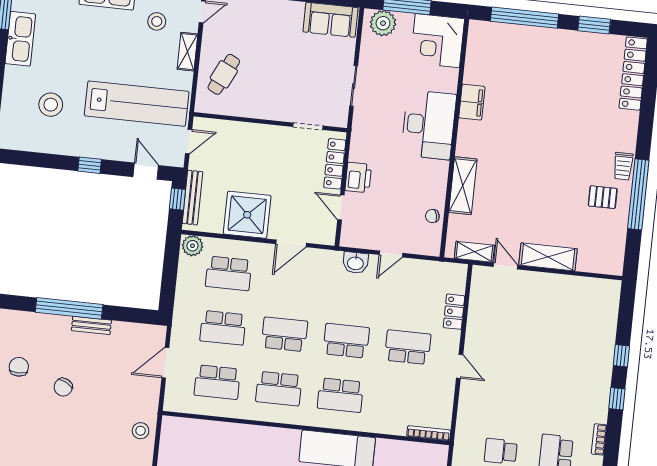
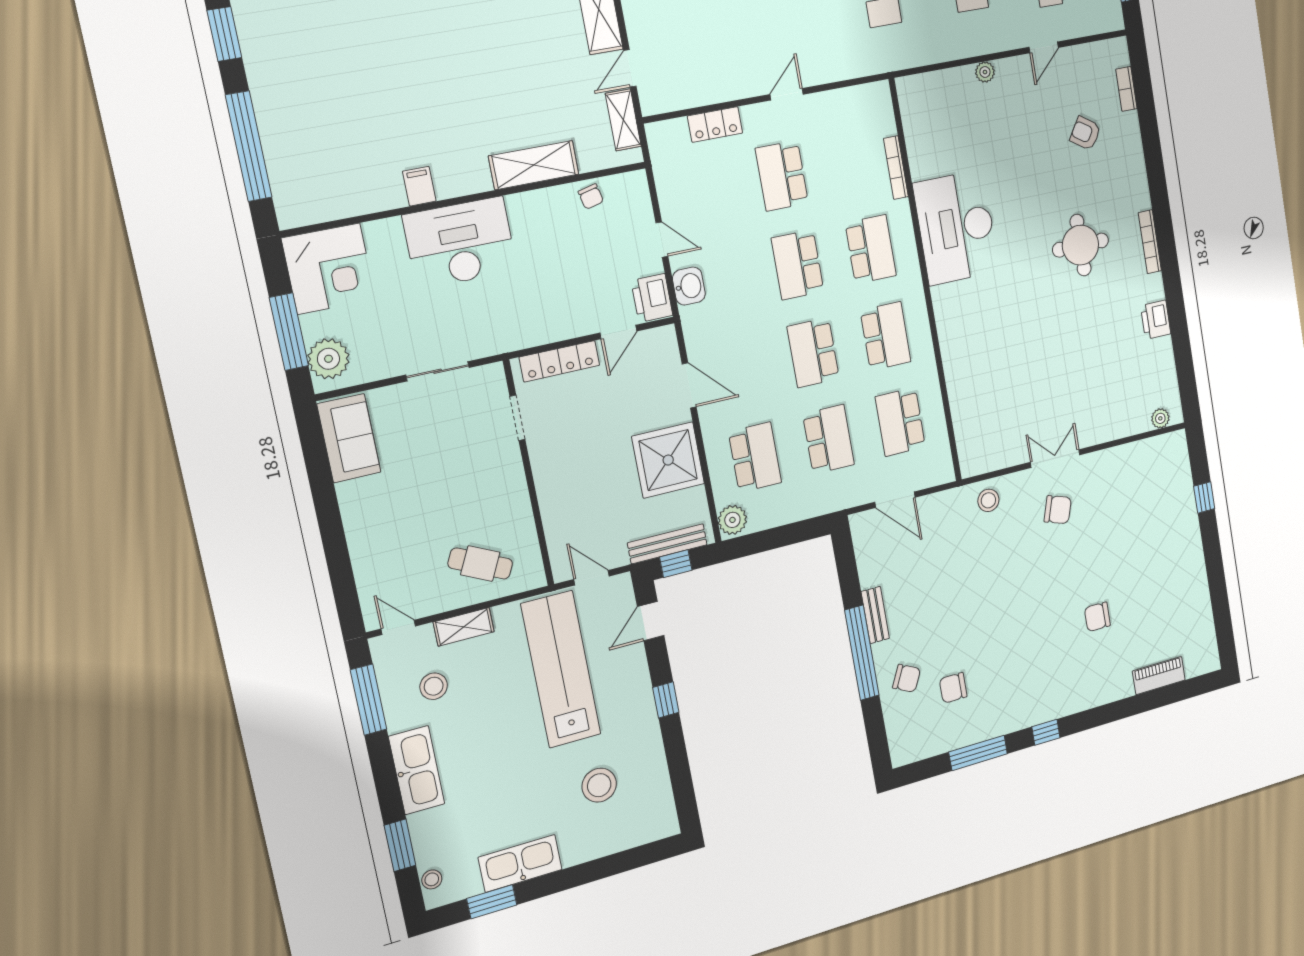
filing cabinet: (472, 102) -> (419, 186), width x0.50
printer: (358, 178) -> (652, 298), moved, turned -90
school desk: (217, 382) -> (900, 422), turned 180
chair: (63, 387) -> (907, 678), moved
bookcase: (429, 433) -> (896, 168), moved

